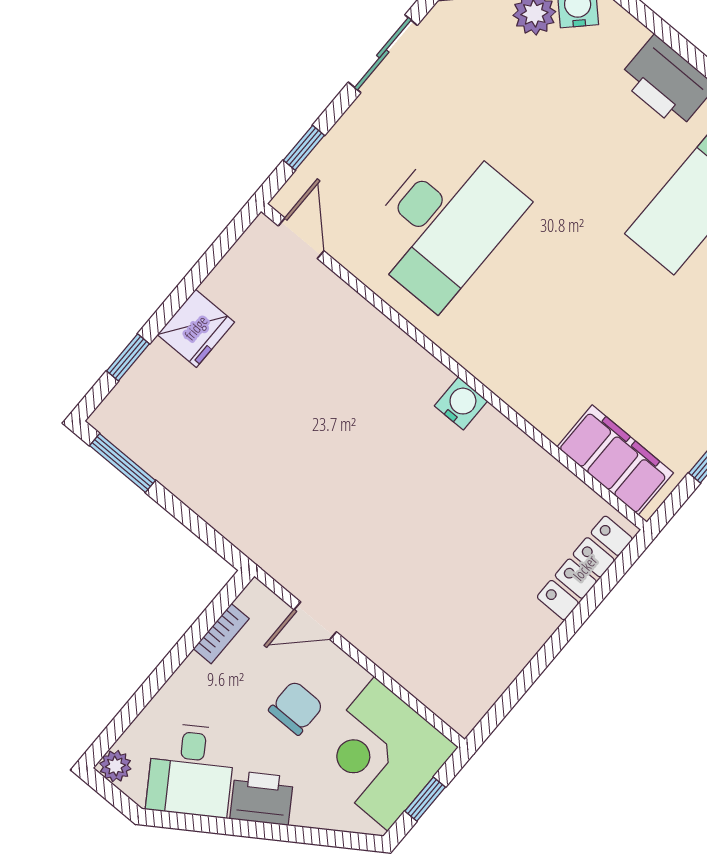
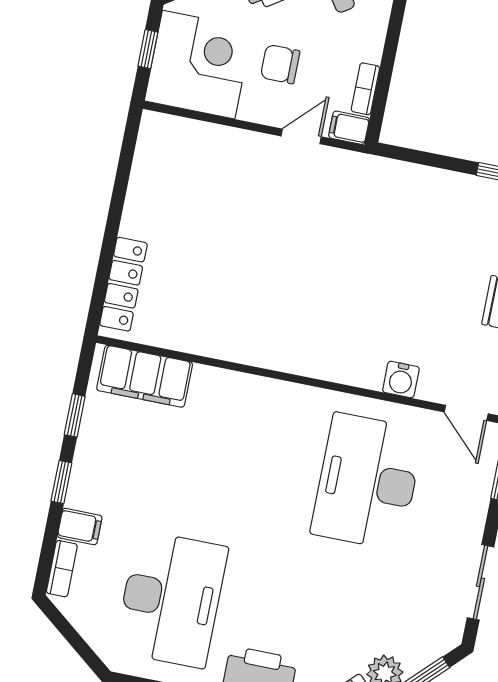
water cooler: (461, 403) -> (401, 380), moved
filing cabinet: (261, 602) -> (349, 128), added
chair: (296, 708) -> (280, 64), turned 90

